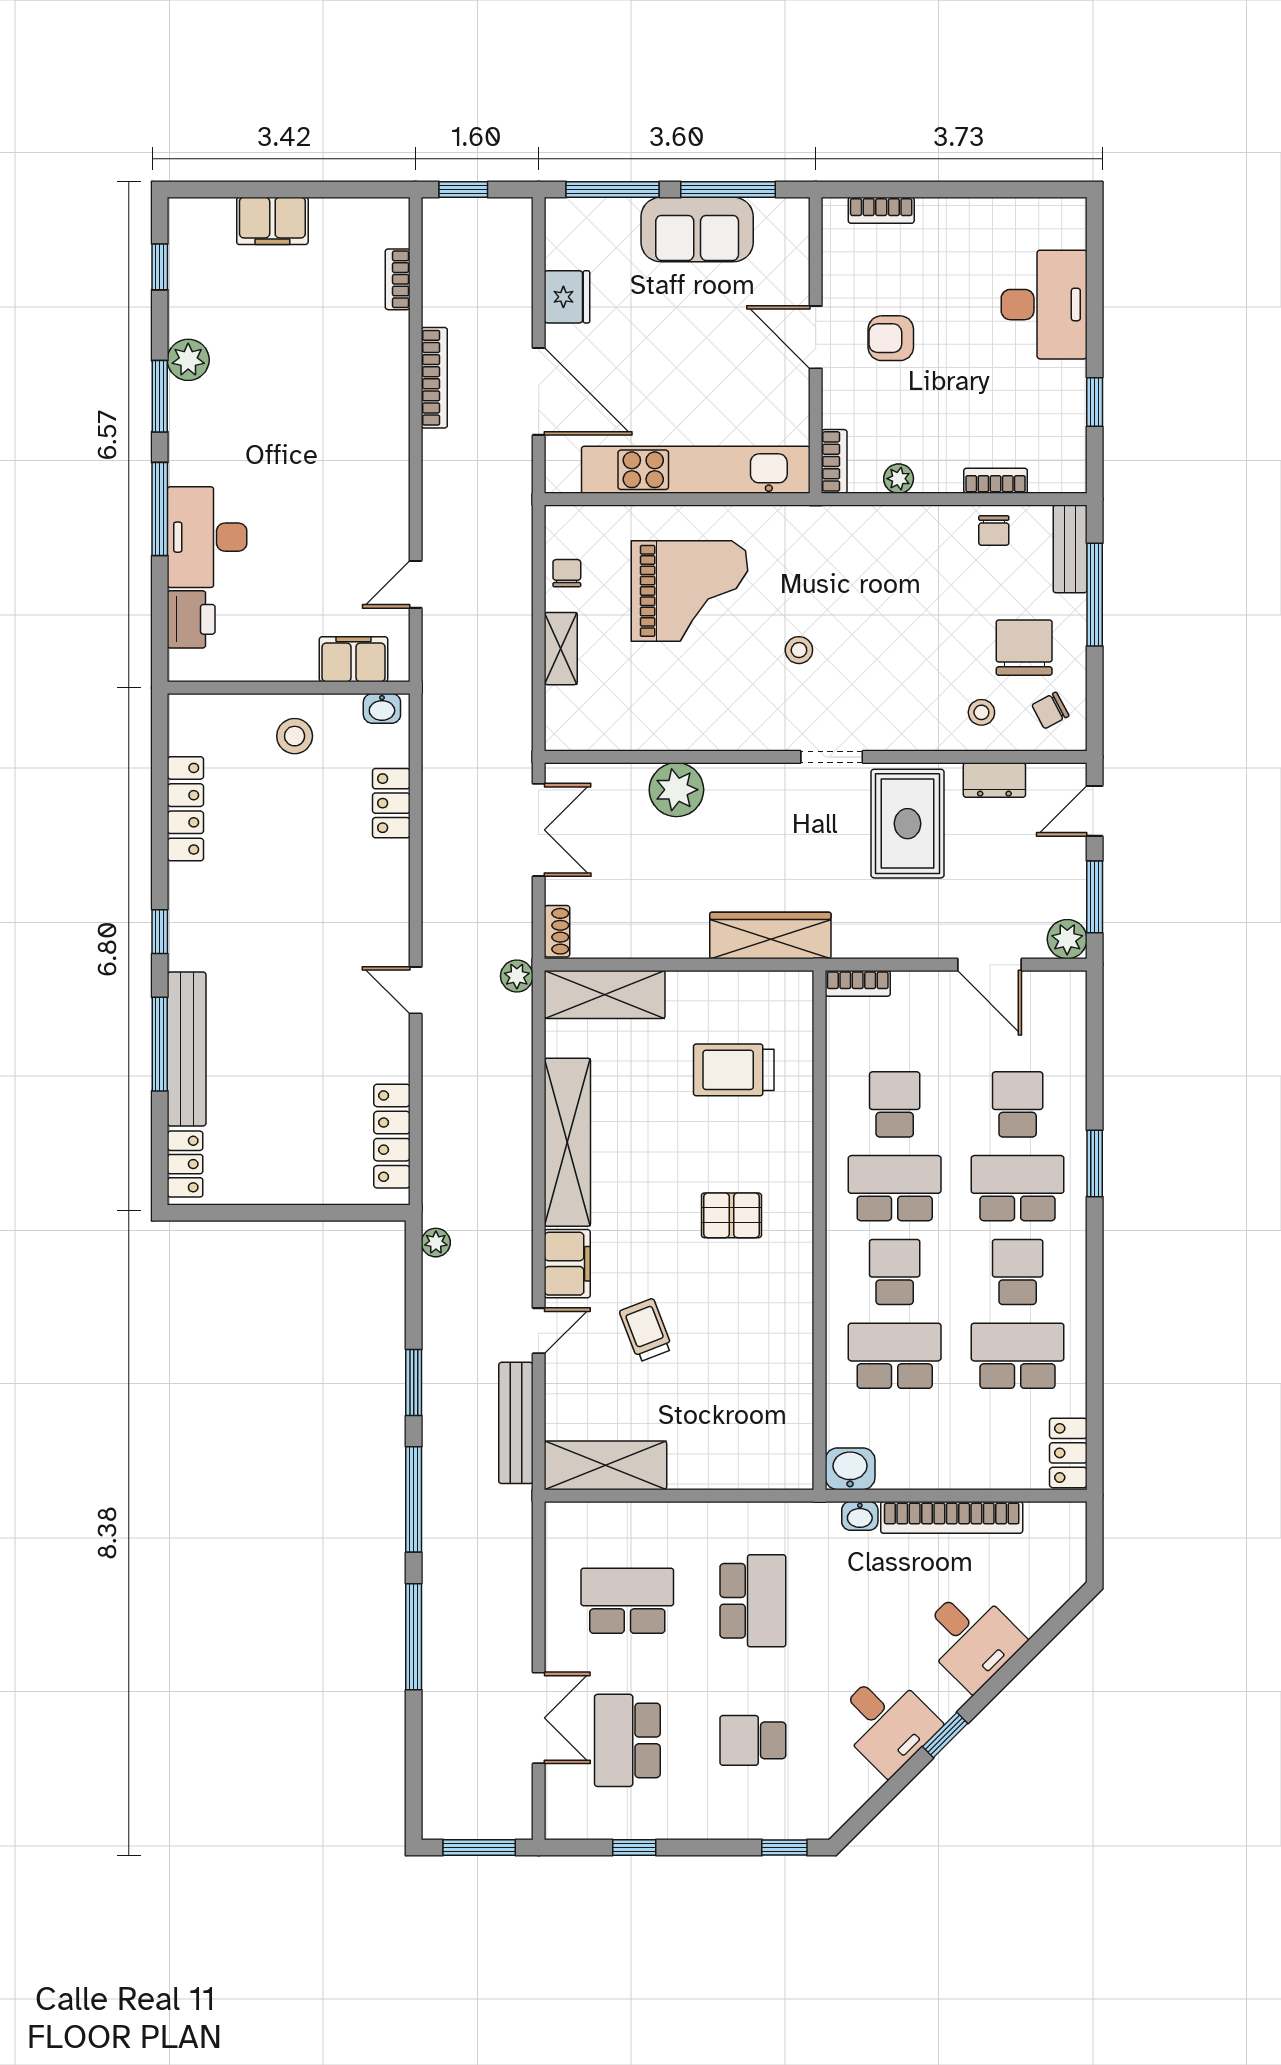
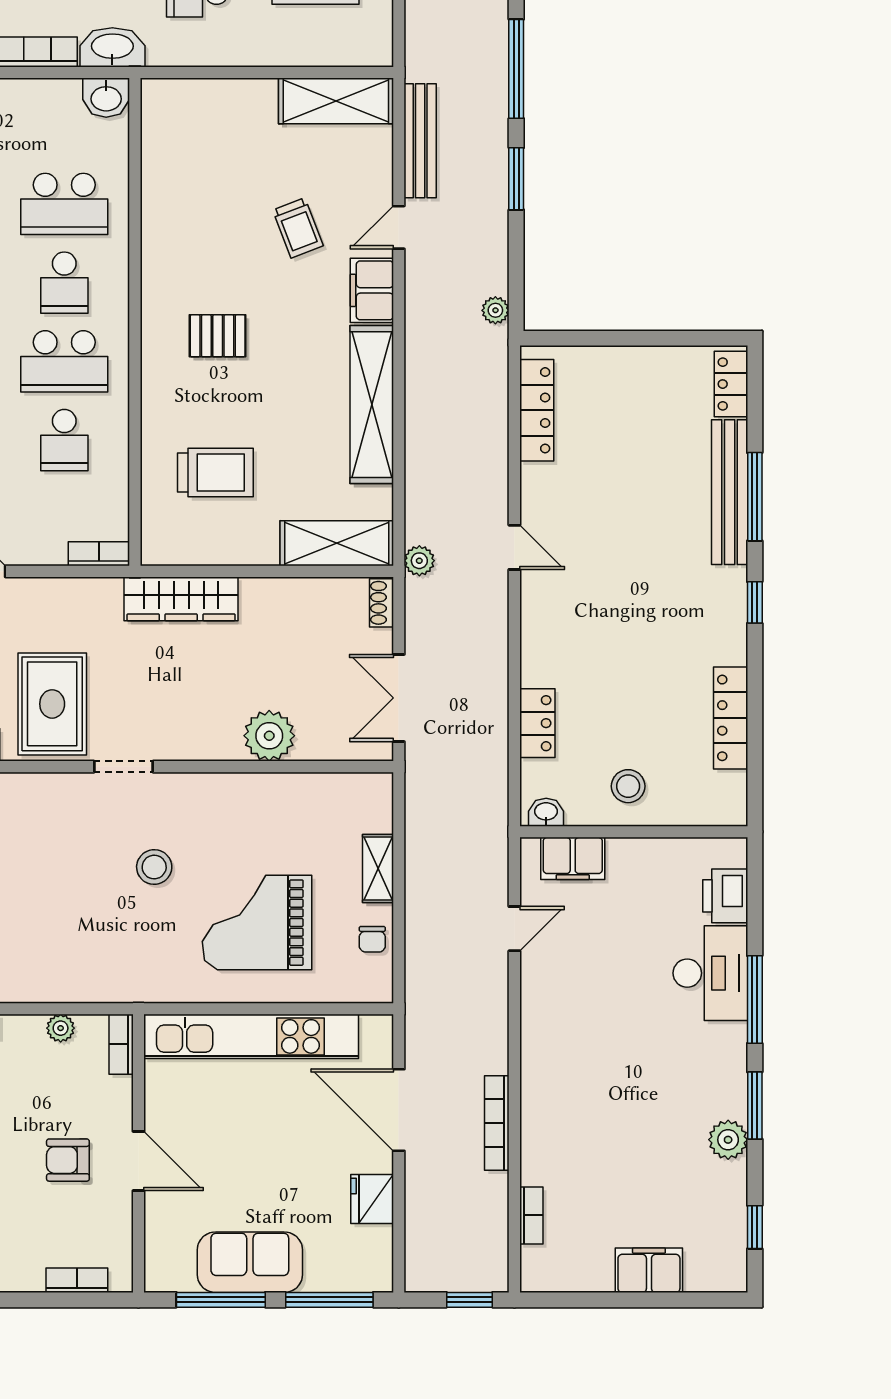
armchair: (891, 338) -> (68, 1160), turned 180
stool: (799, 650) -> (154, 867), width x1.37, depth x1.37
washbasin: (860, 1516) -> (112, 47), width x1.91, depth x1.45

